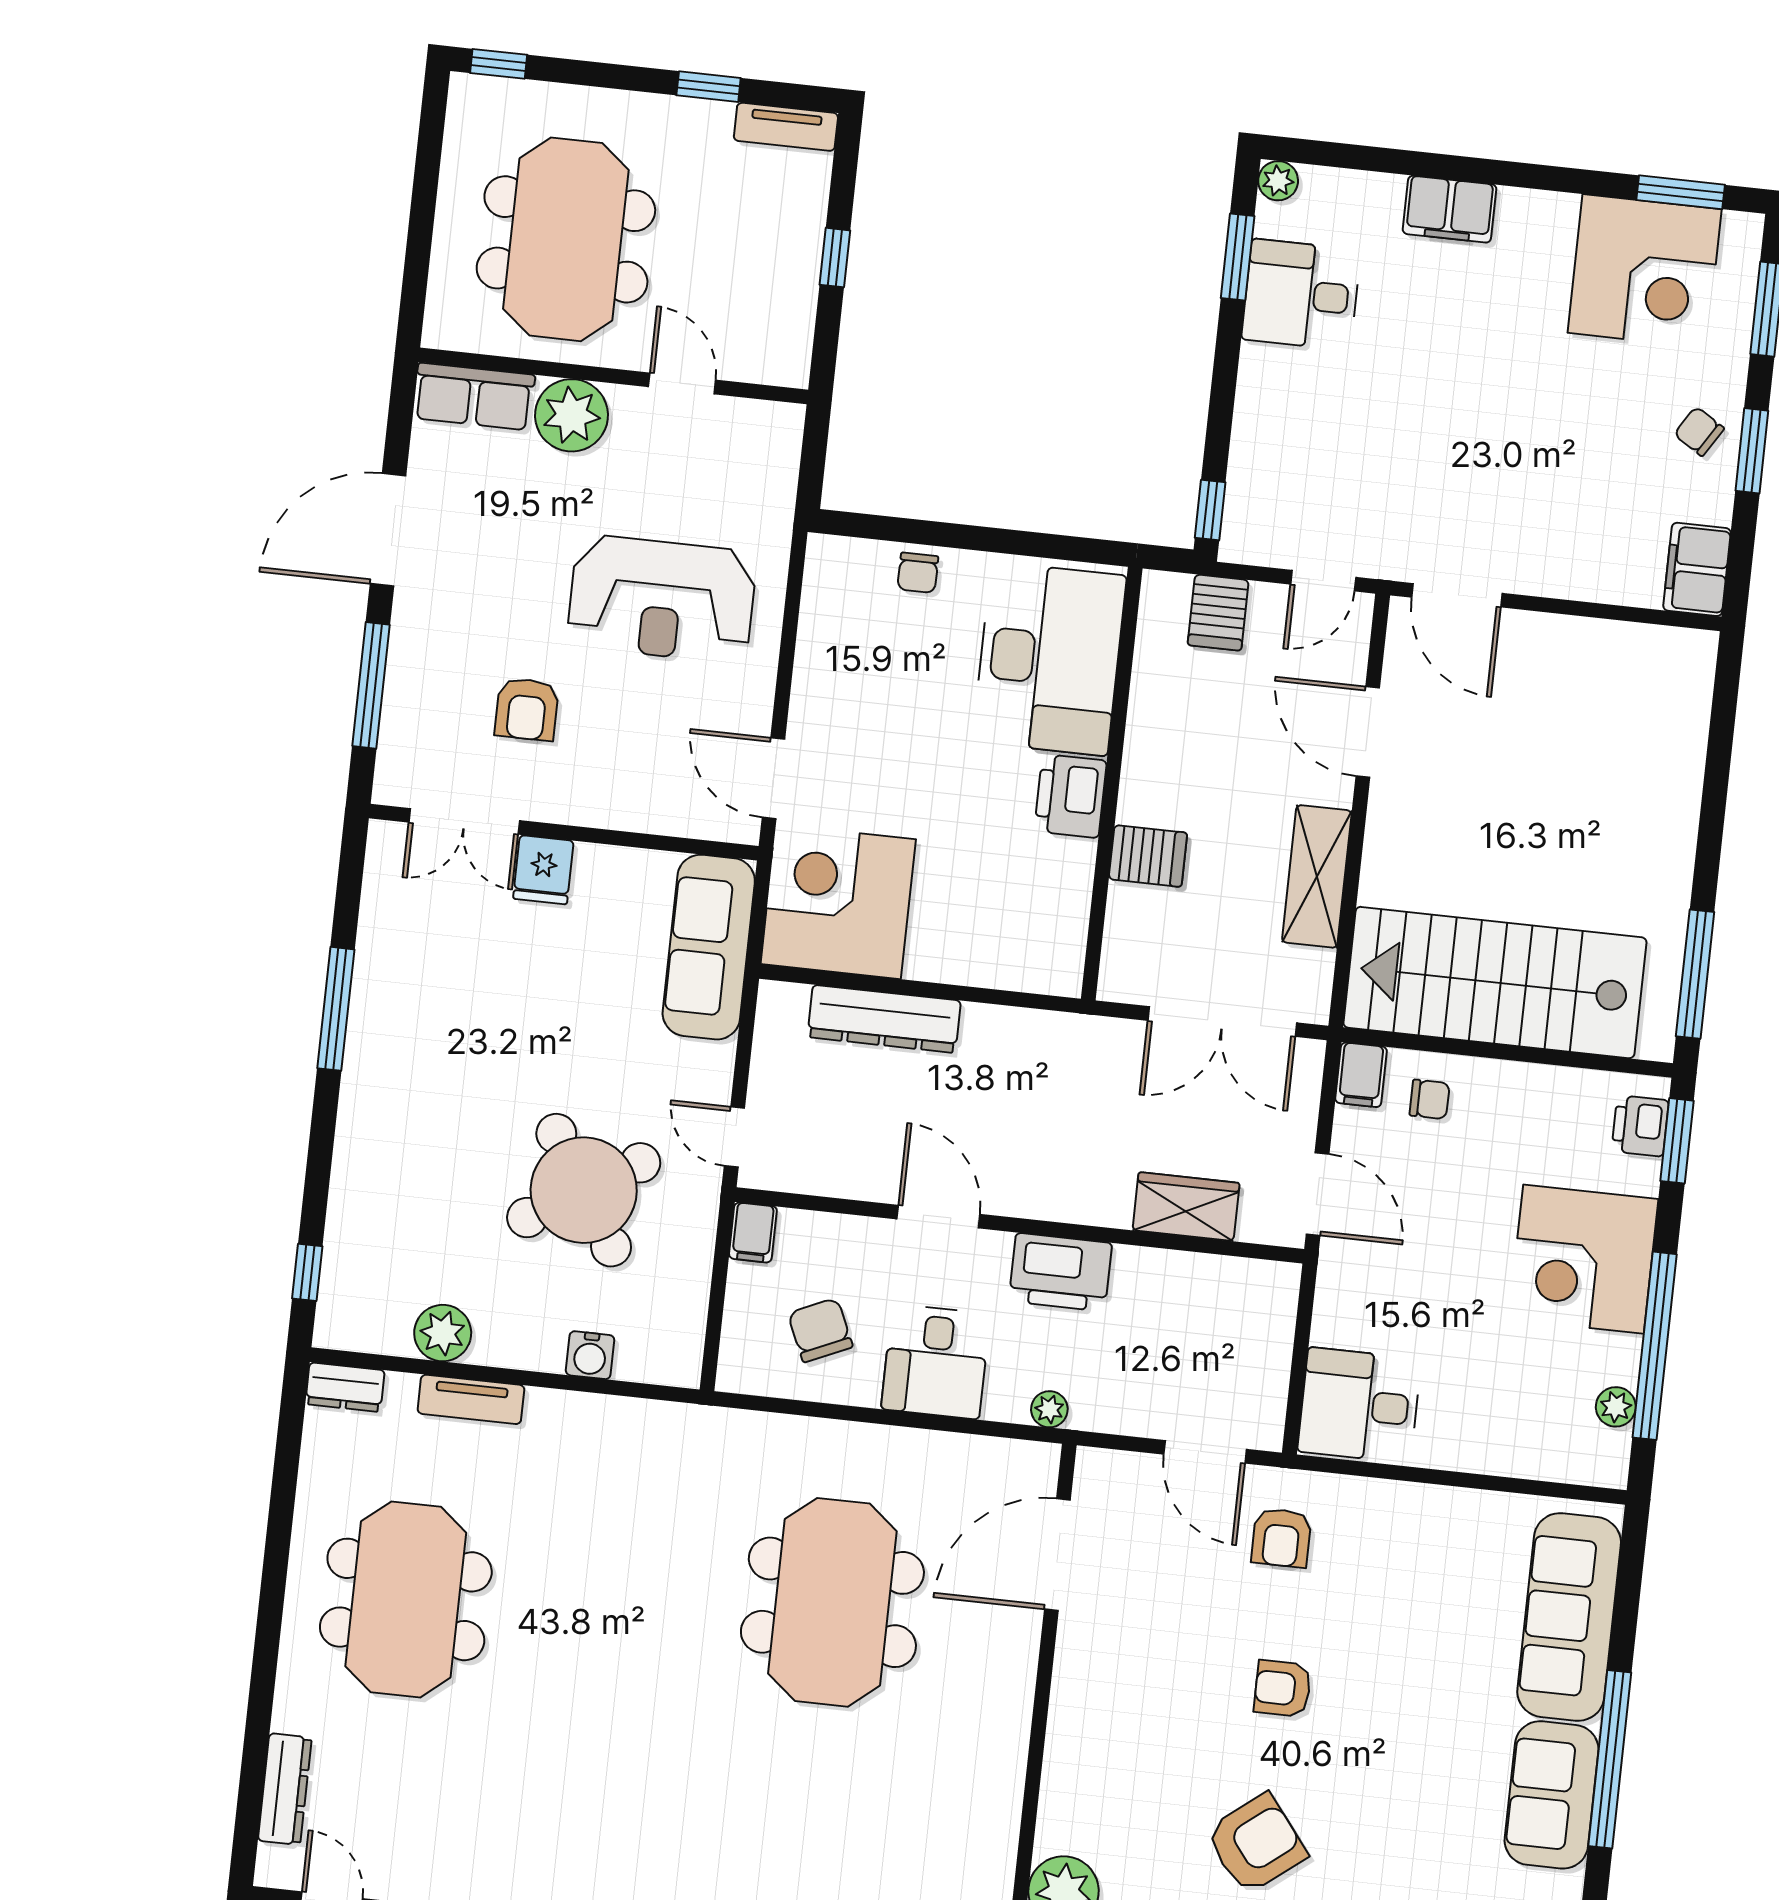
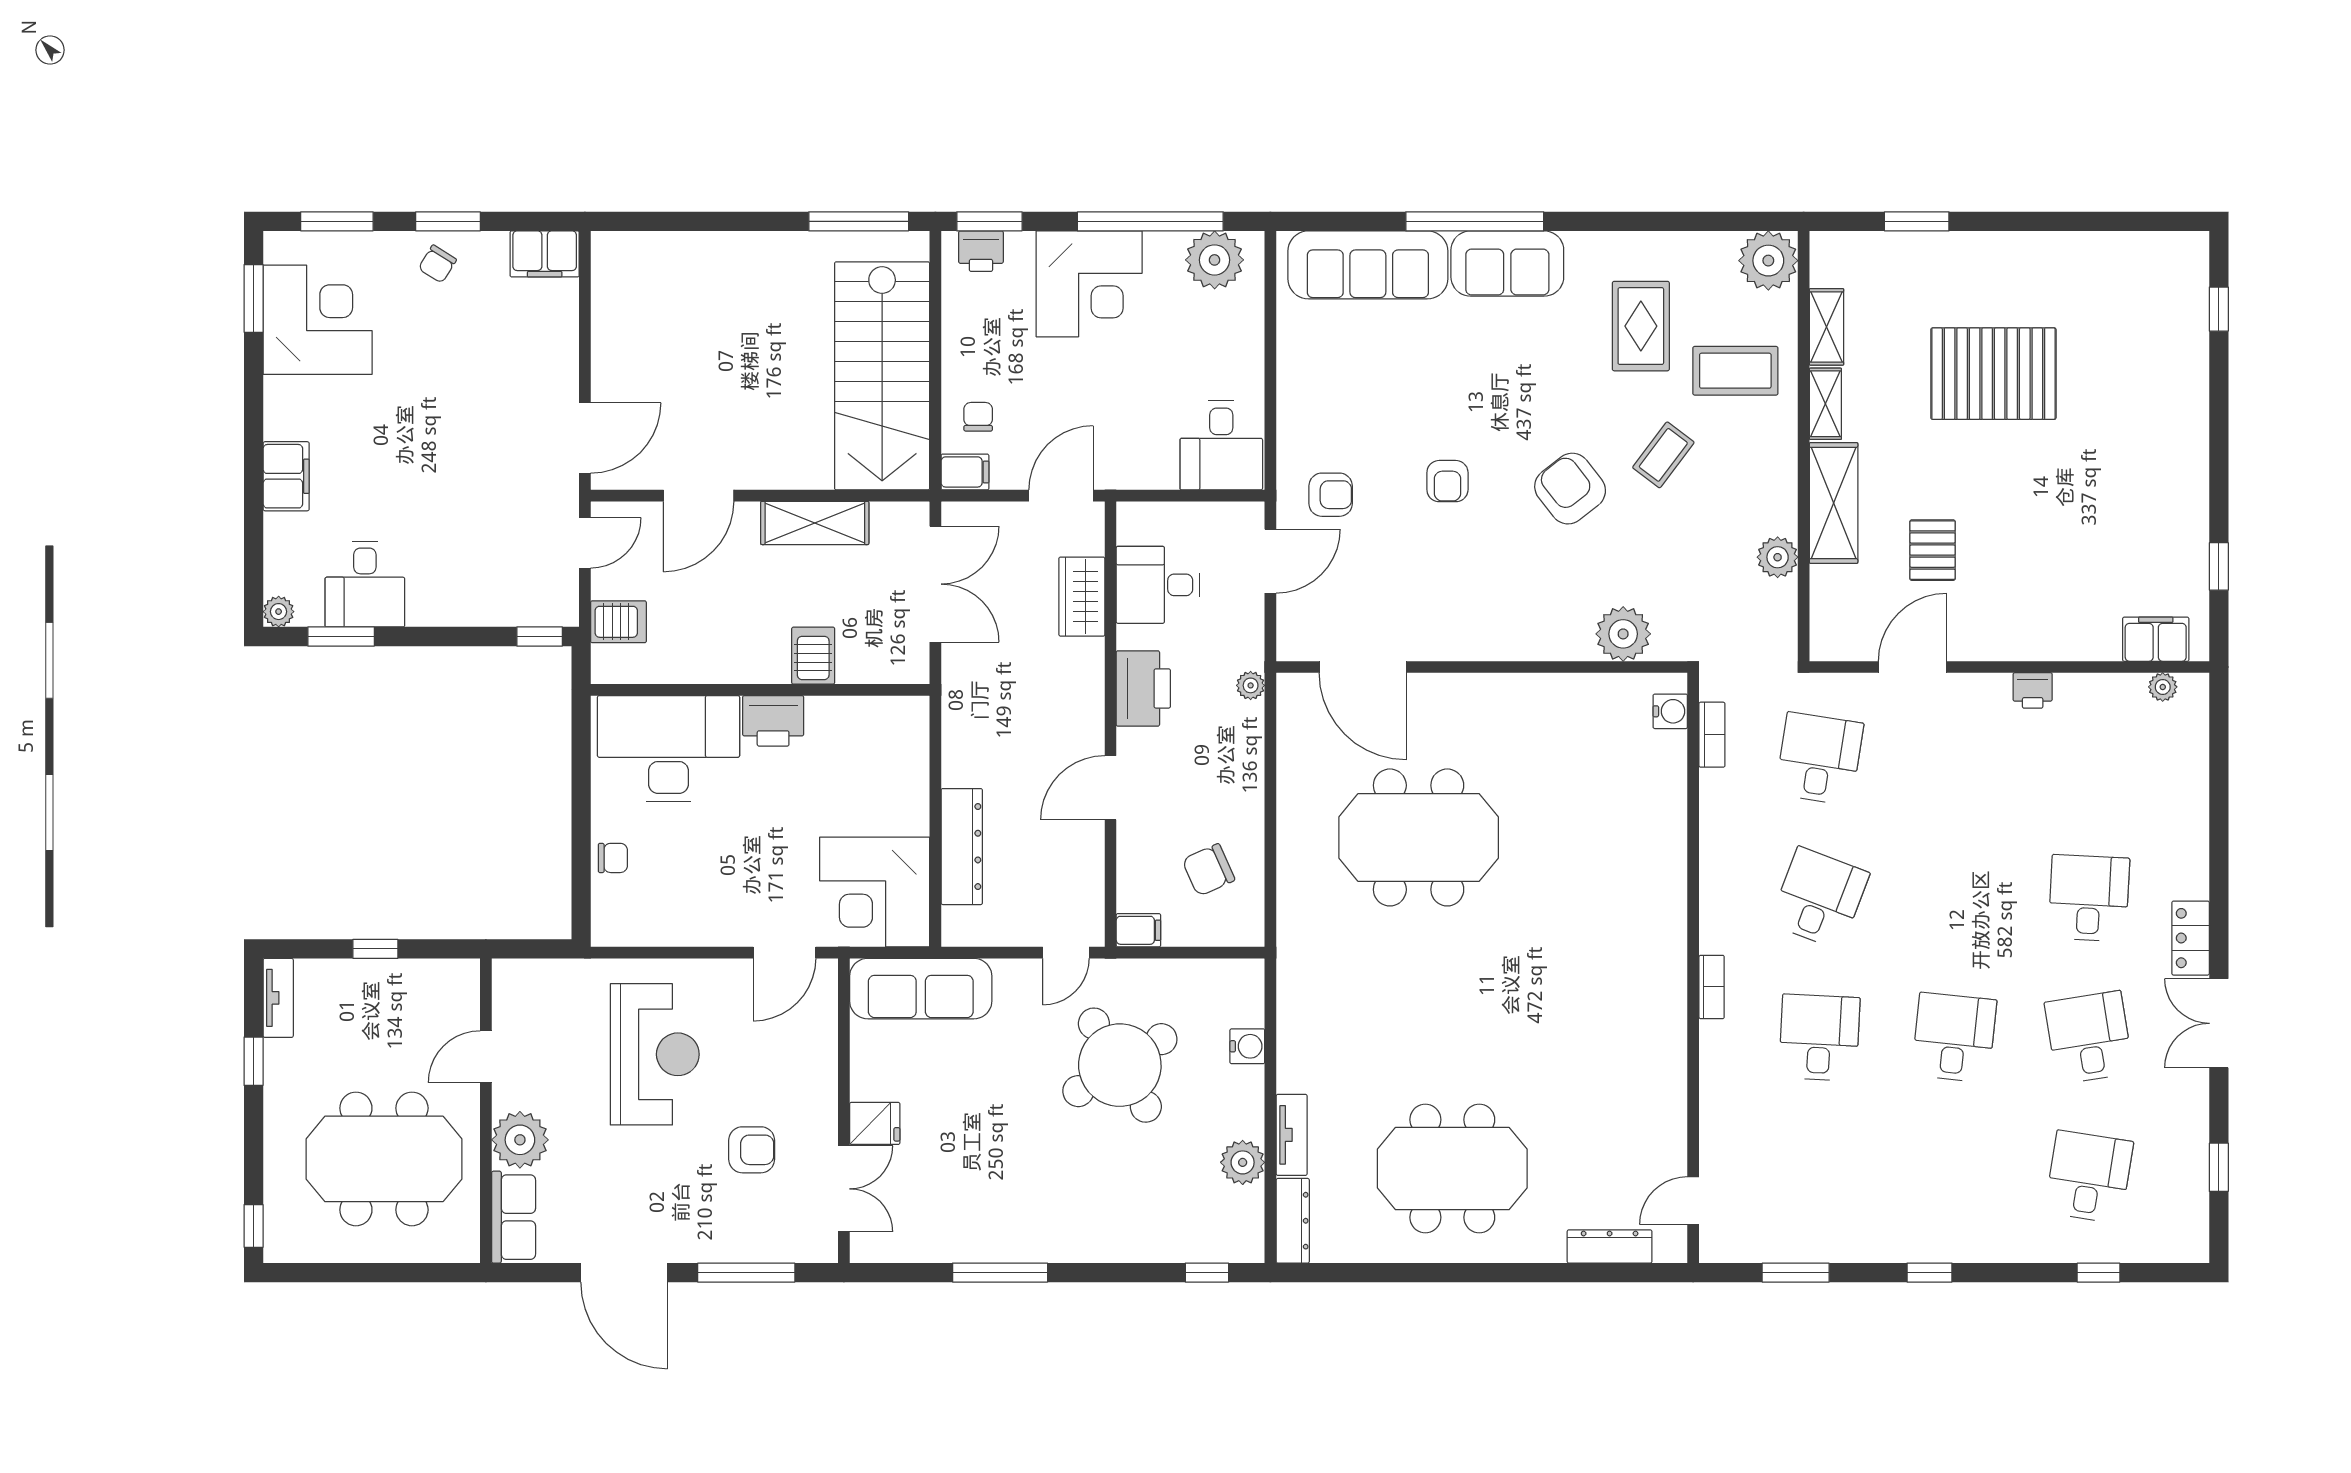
door: (1323, 581) -> (585, 543), hinge flipped
desk: (936, 1362) -> (1158, 585), moved, turned 180
dresser: (345, 1387) -> (1293, 1221), width x1.44
plant: (1616, 1407) -> (1215, 260), width x1.87, depth x1.87

